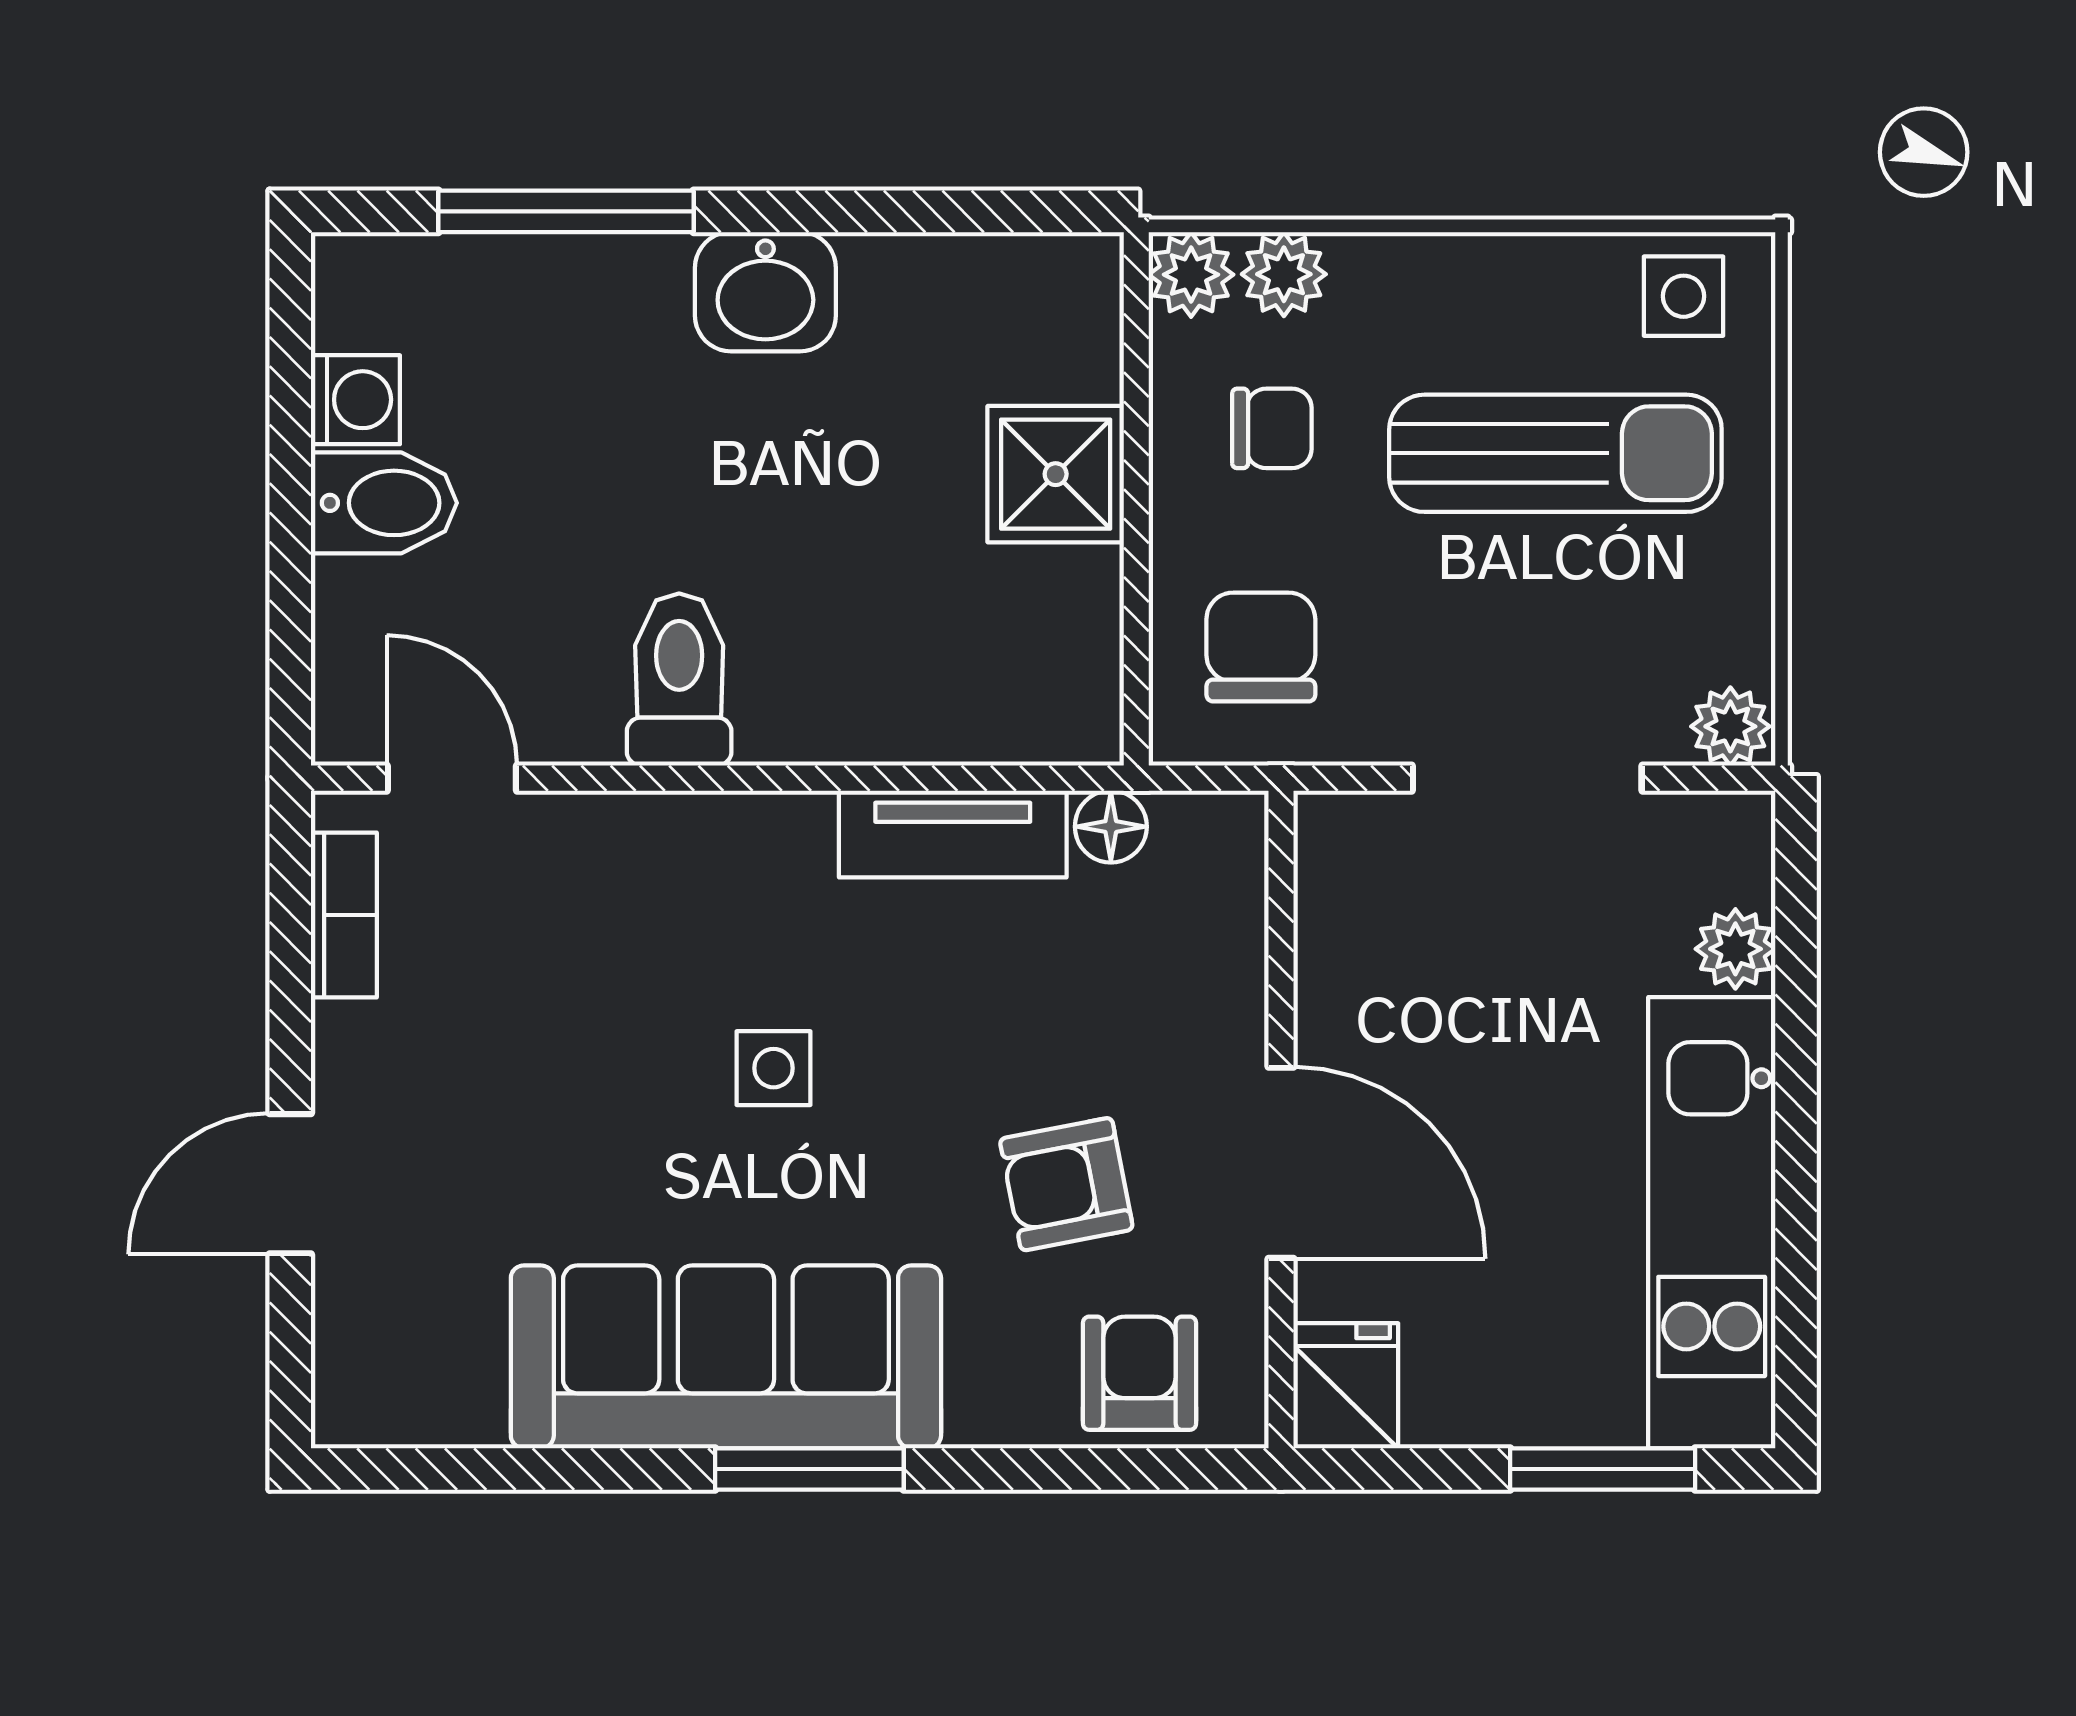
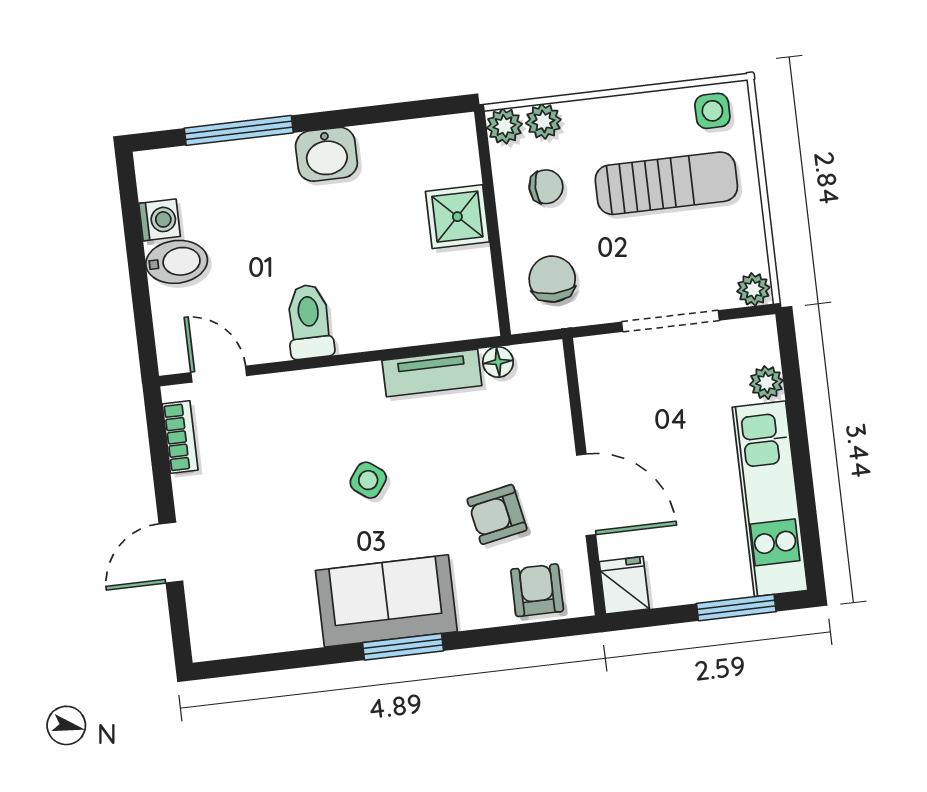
side table: (774, 1068) -> (368, 480), turned 36
sofa: (726, 1357) -> (386, 601), width x0.73

